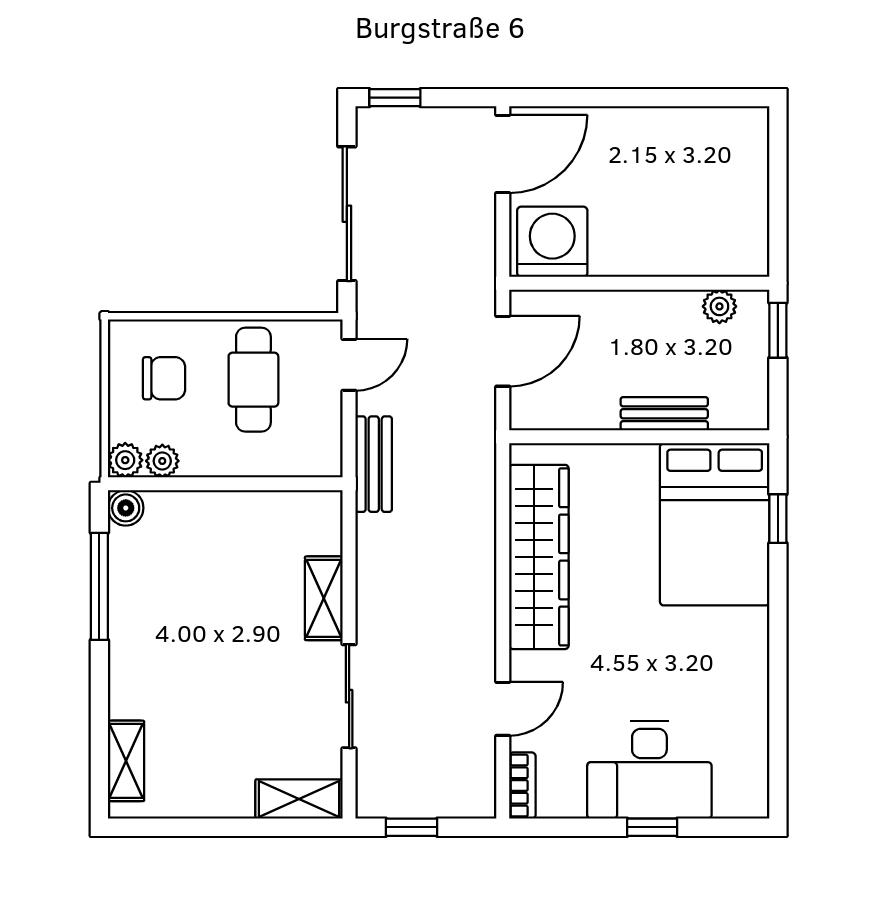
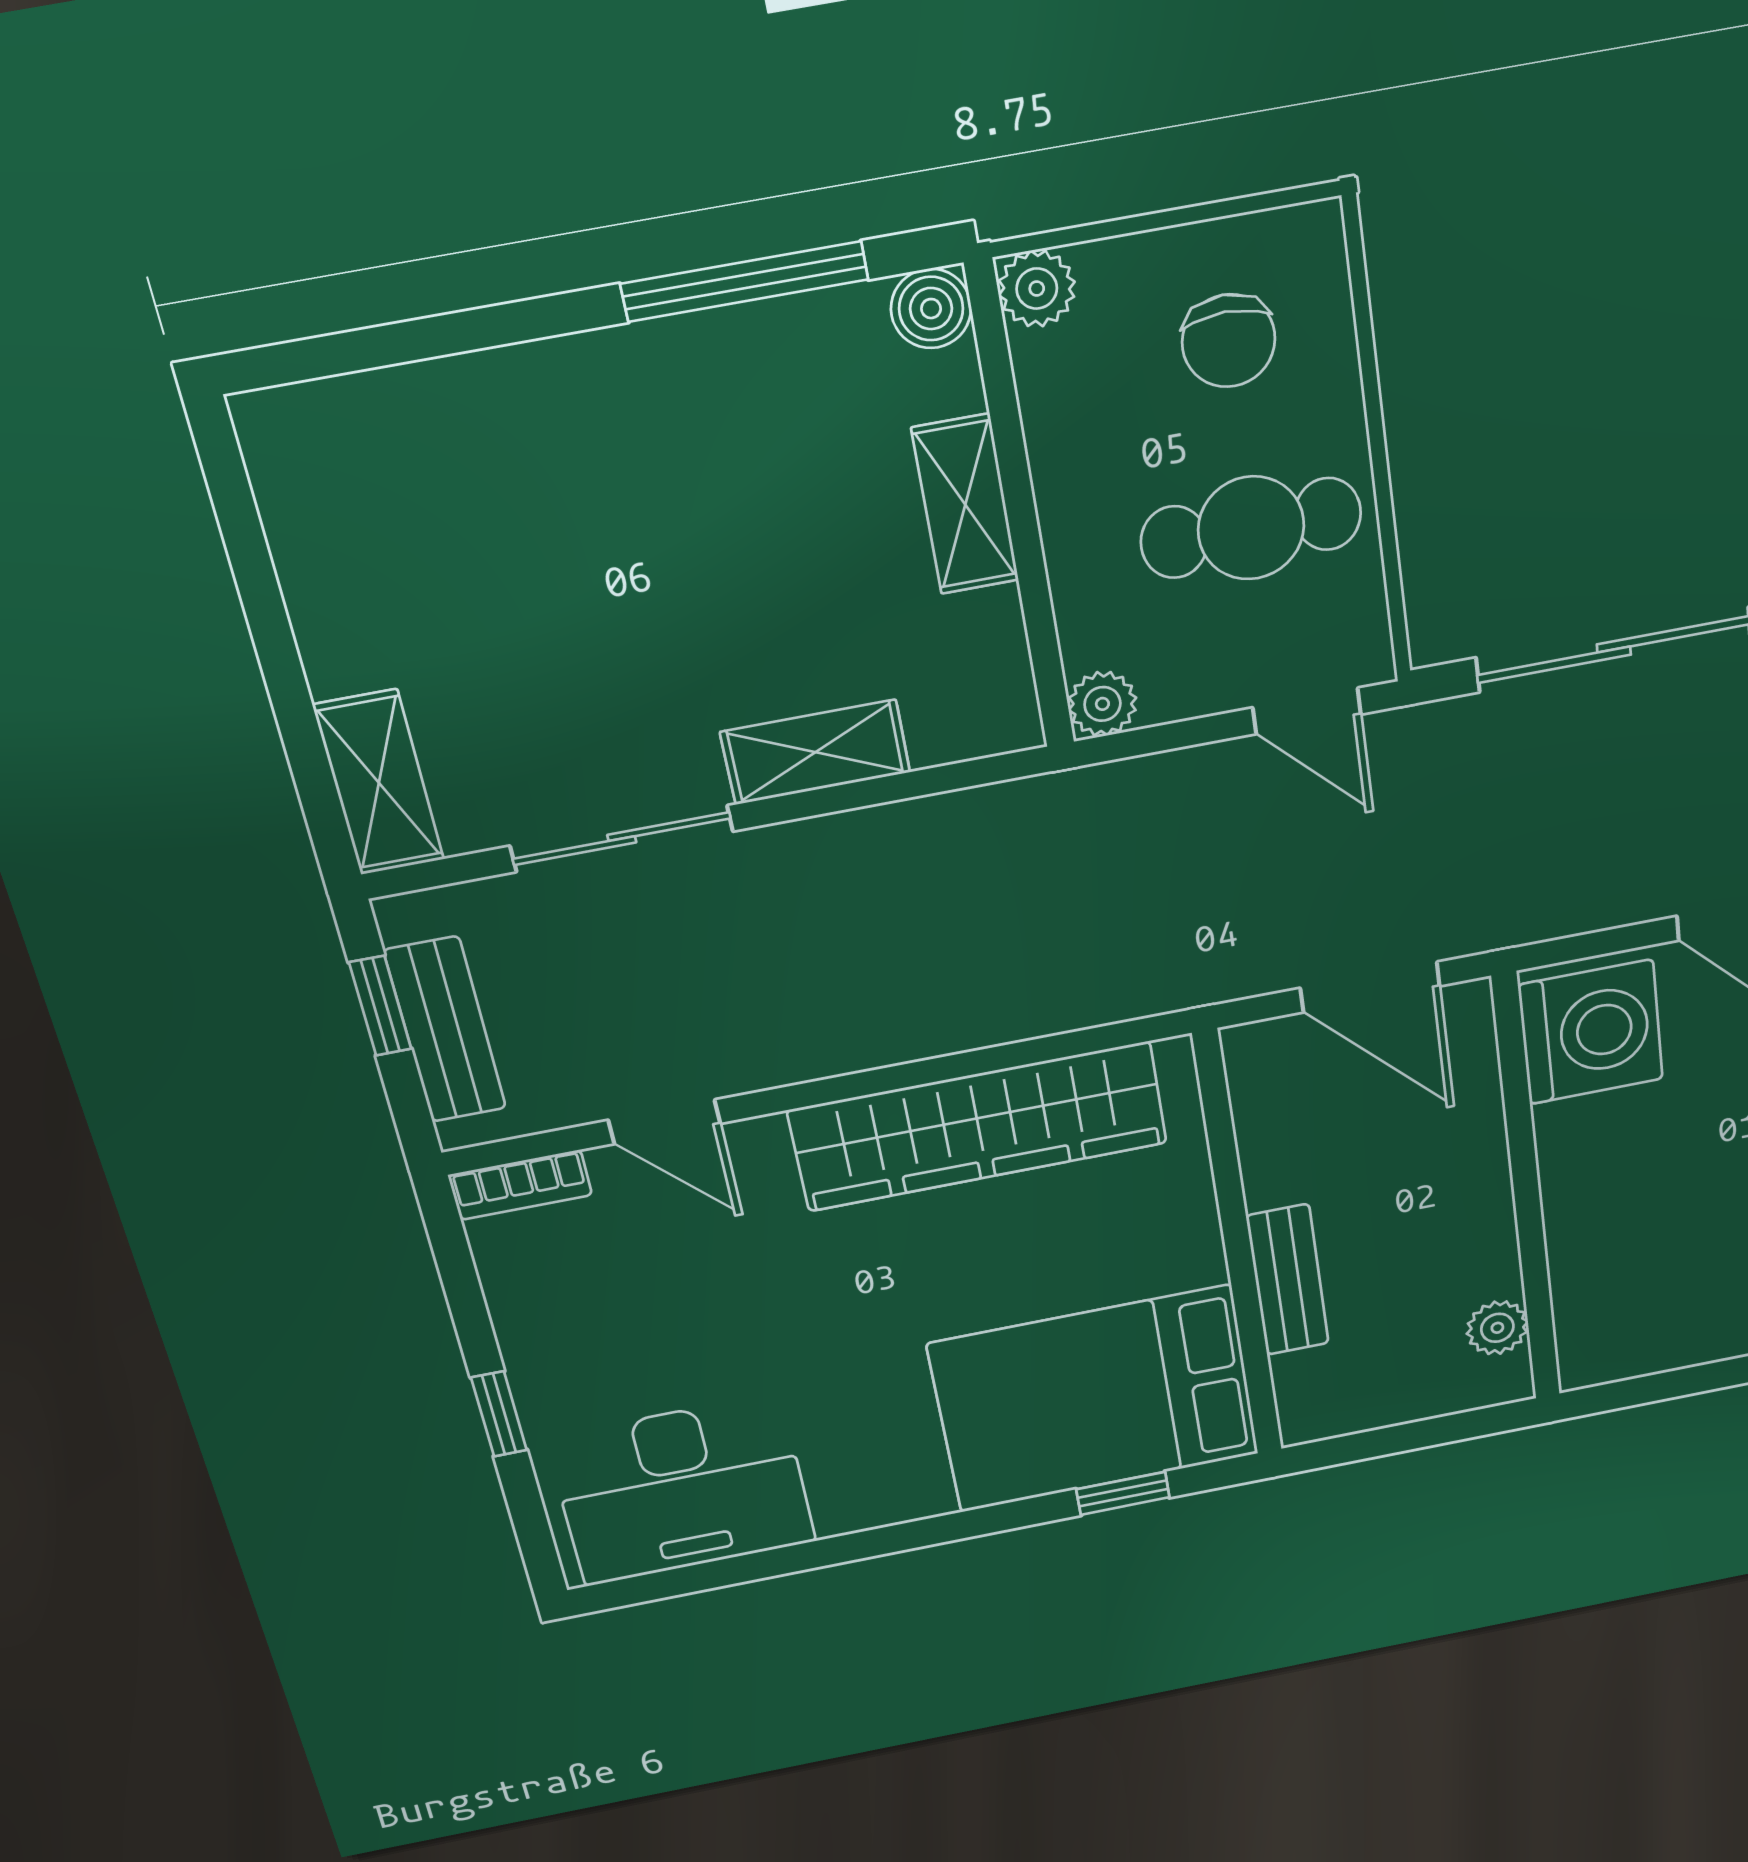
window: (778, 330) -> (1464, 1426), removed
plant: (162, 461) -> (1102, 704), moved
bench: (374, 464) -> (445, 1030), moved, turned 90
shelving: (126, 761) -> (965, 504), moved, turned 90
desk: (649, 770) -> (682, 1490), moved, turned -90

